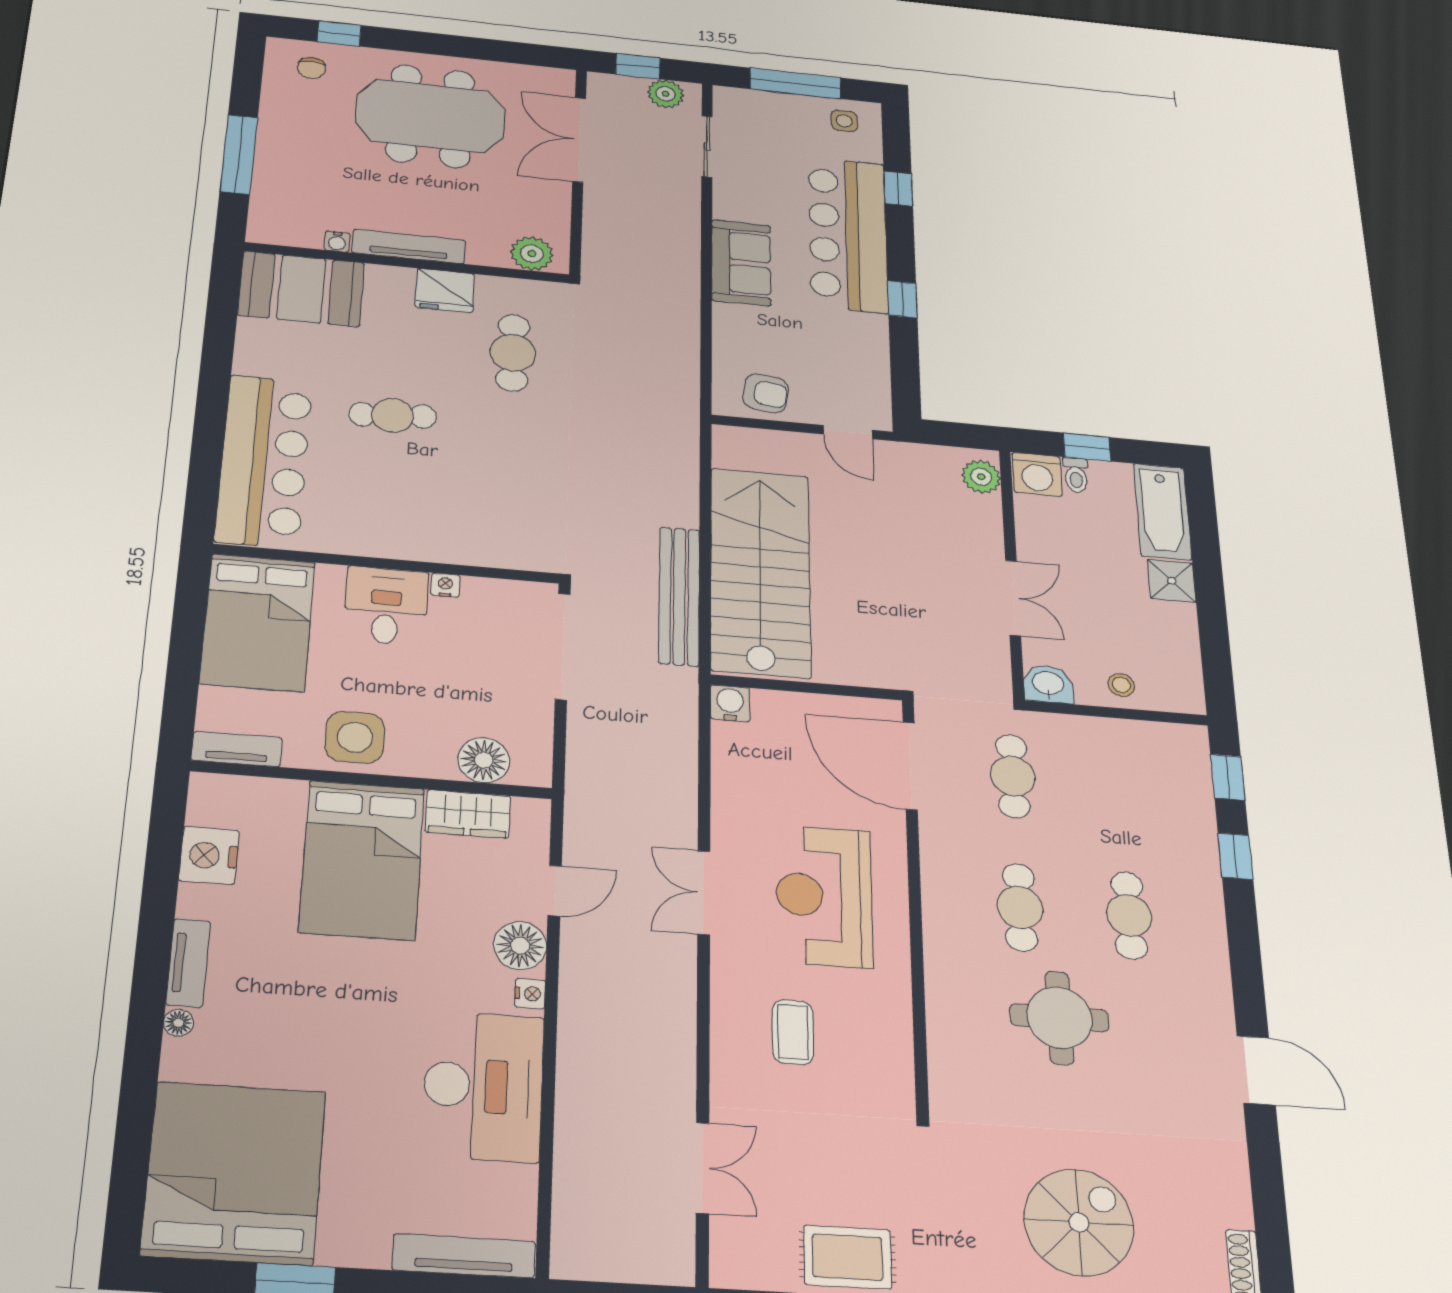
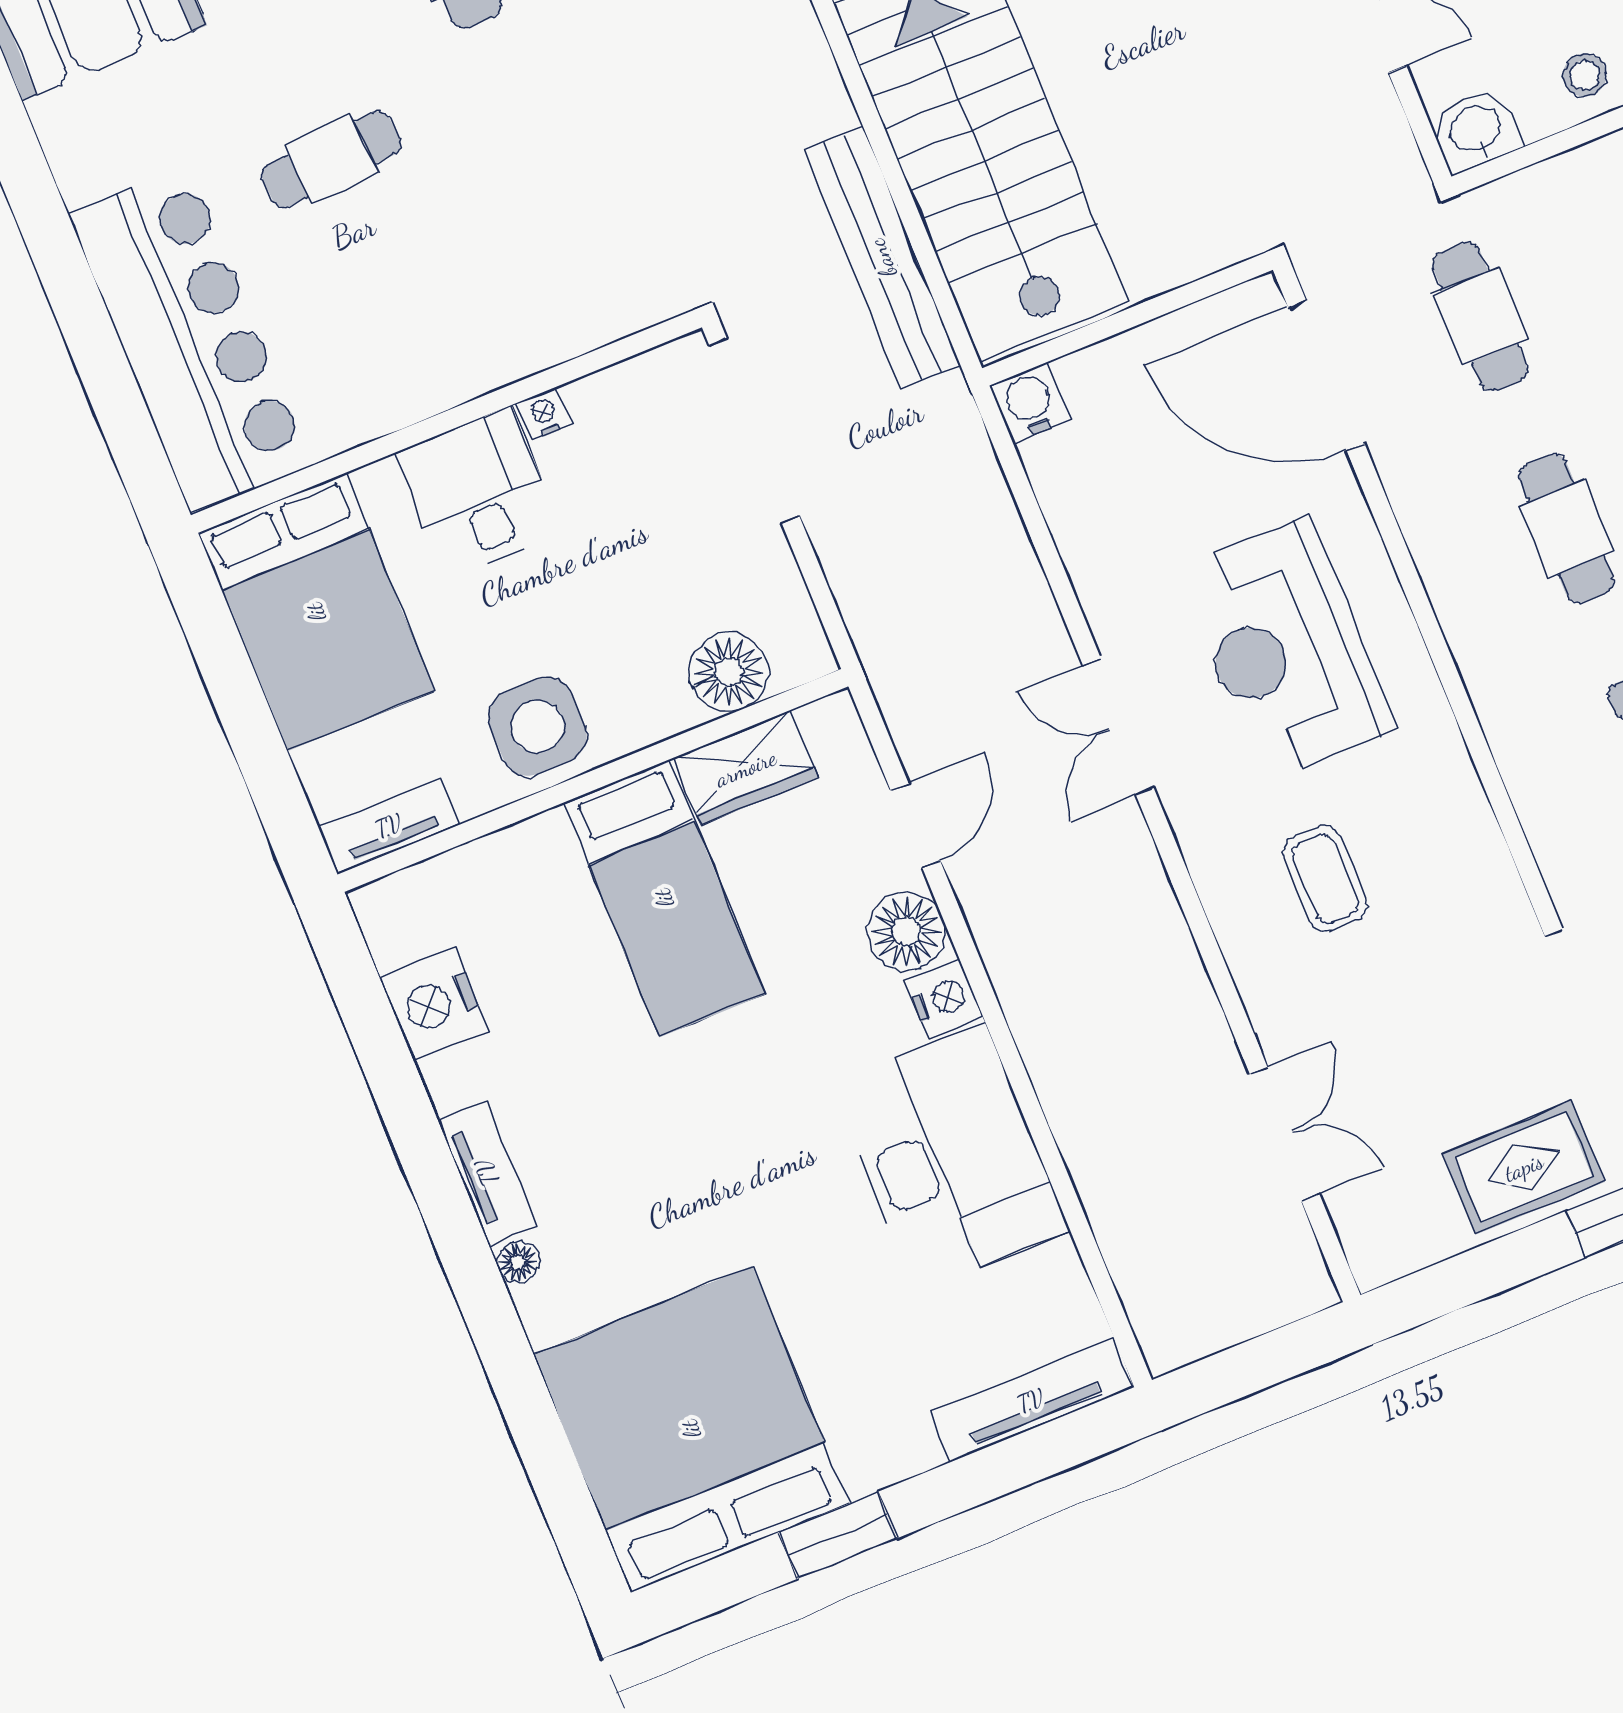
bed: (362, 860) -> (664, 898), width x0.67
nightstand: (530, 994) -> (944, 999), width x1.39, depth x1.35

